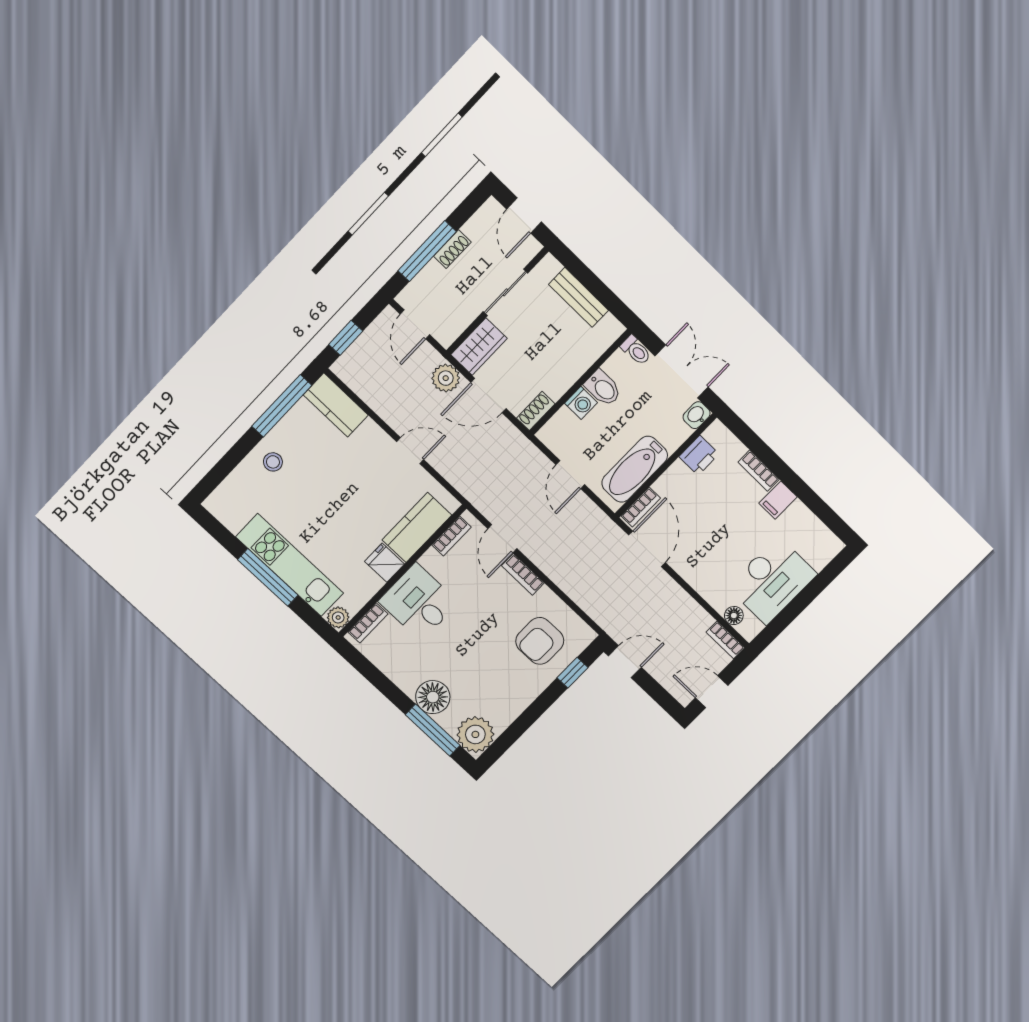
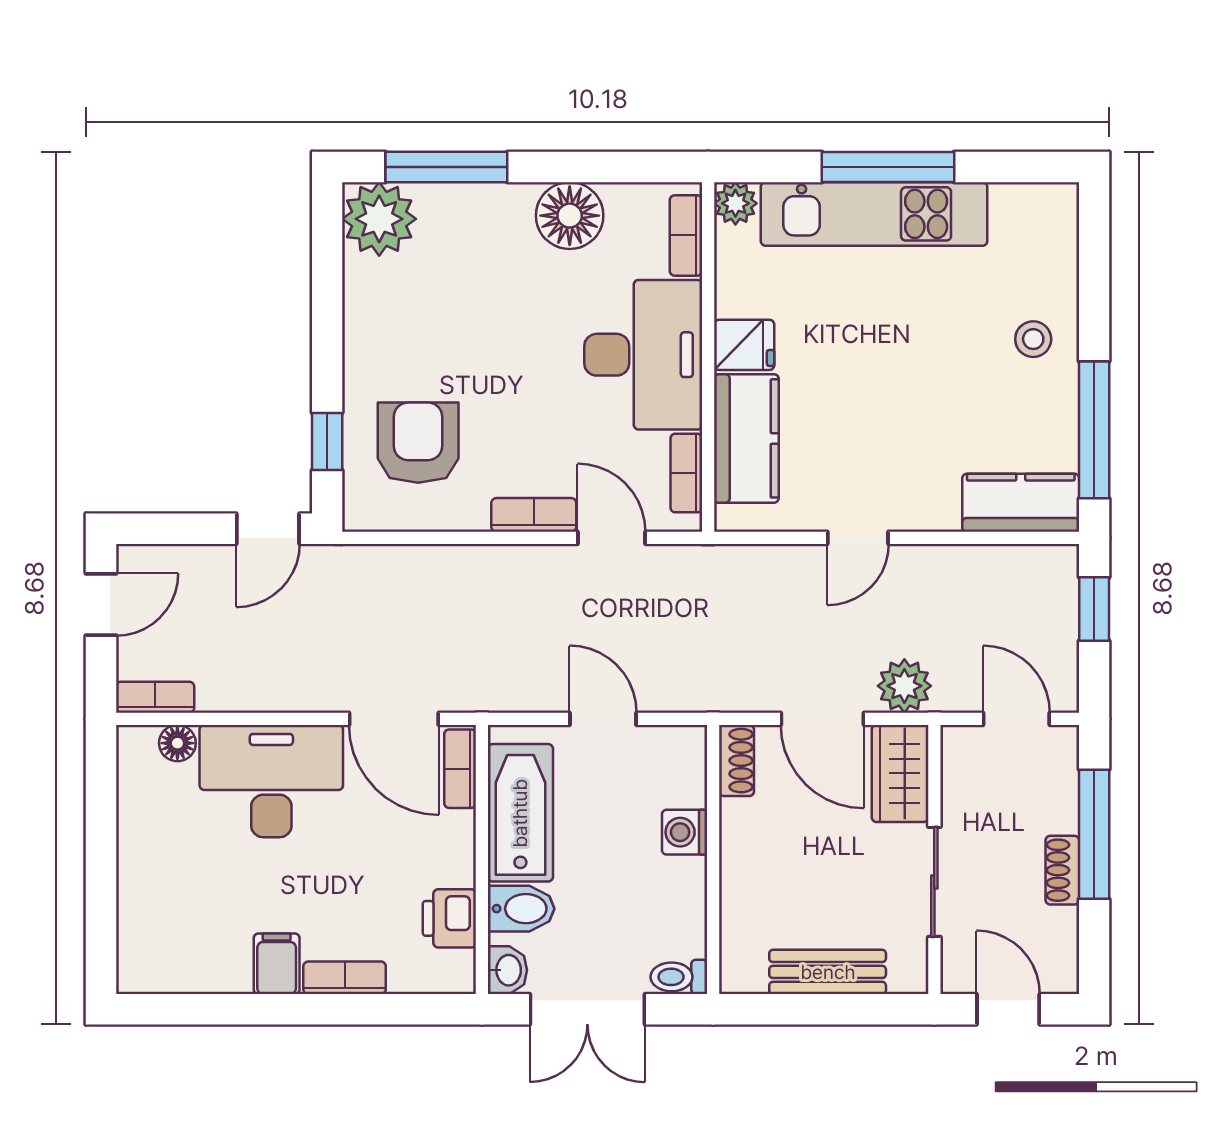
bidet: (603, 388) -> (521, 909), moved, turned 180
door: (489, 396) -> (822, 719), swing flipped
desk: (772, 581) -> (271, 781), moved, turned 90
desk: (419, 602) -> (643, 355), width x1.37
floor lamp: (433, 697) -> (570, 216), moved

